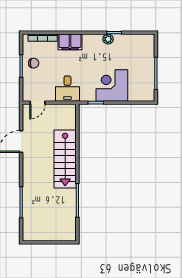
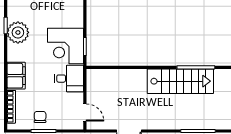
plant: (108, 39) -> (18, 32), width x1.87, depth x1.87
corner desk: (112, 86) -> (66, 46), moved
stairs: (65, 159) -> (180, 81), moved

